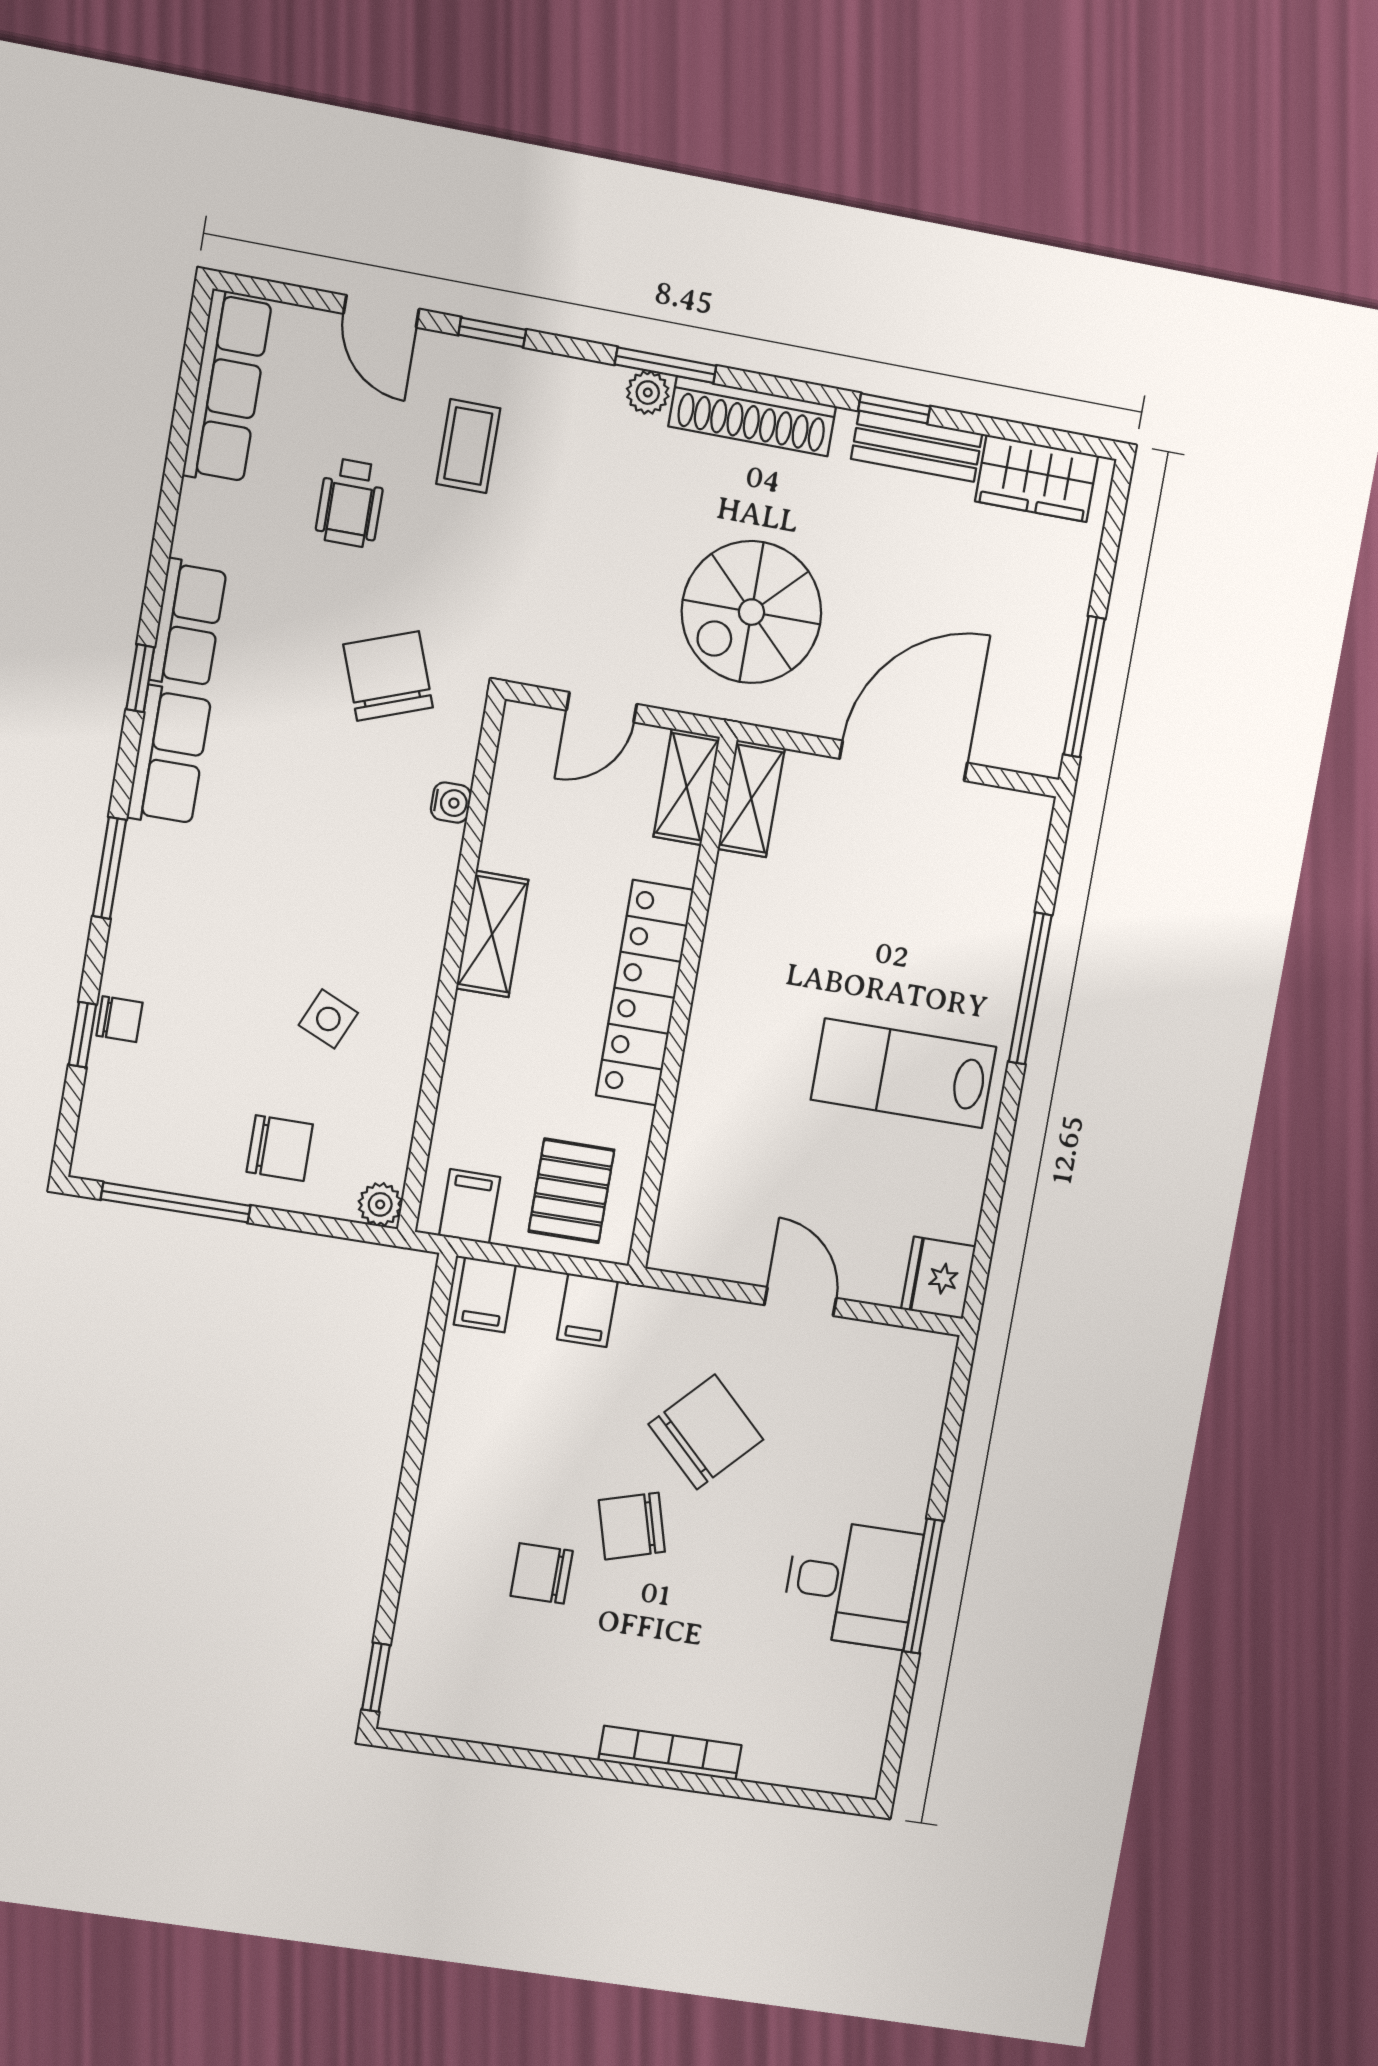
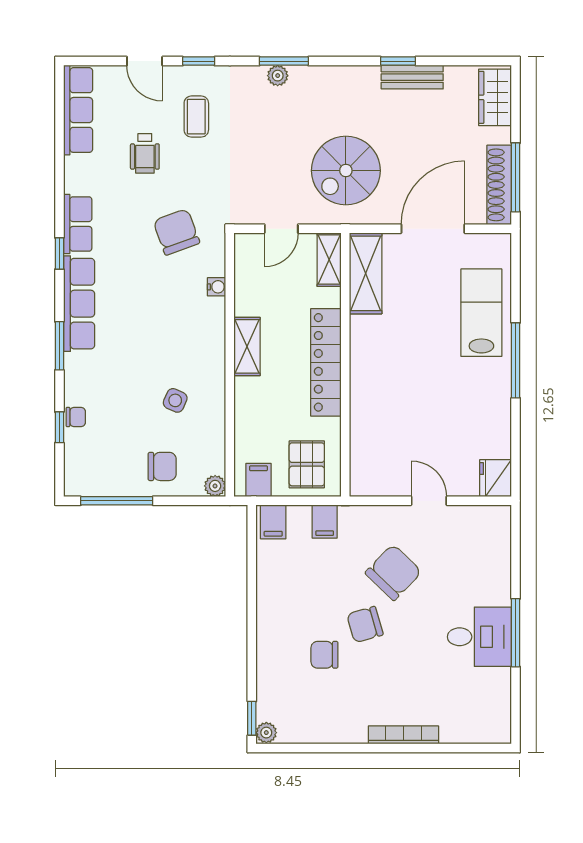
shoe rack: (752, 416) -> (499, 185), moved, turned 90
wardrobe: (1037, 478) -> (495, 97), moved, turned 90
row of seats: (169, 756) -> (79, 304), width x1.48
shelving: (751, 799) -> (366, 273), width x1.50, depth x1.33
window: (1030, 988) -> (516, 360), moved
lab bench: (904, 1073) -> (481, 313), moved, turned 90
plant: (400, 1710) -> (266, 733), added

